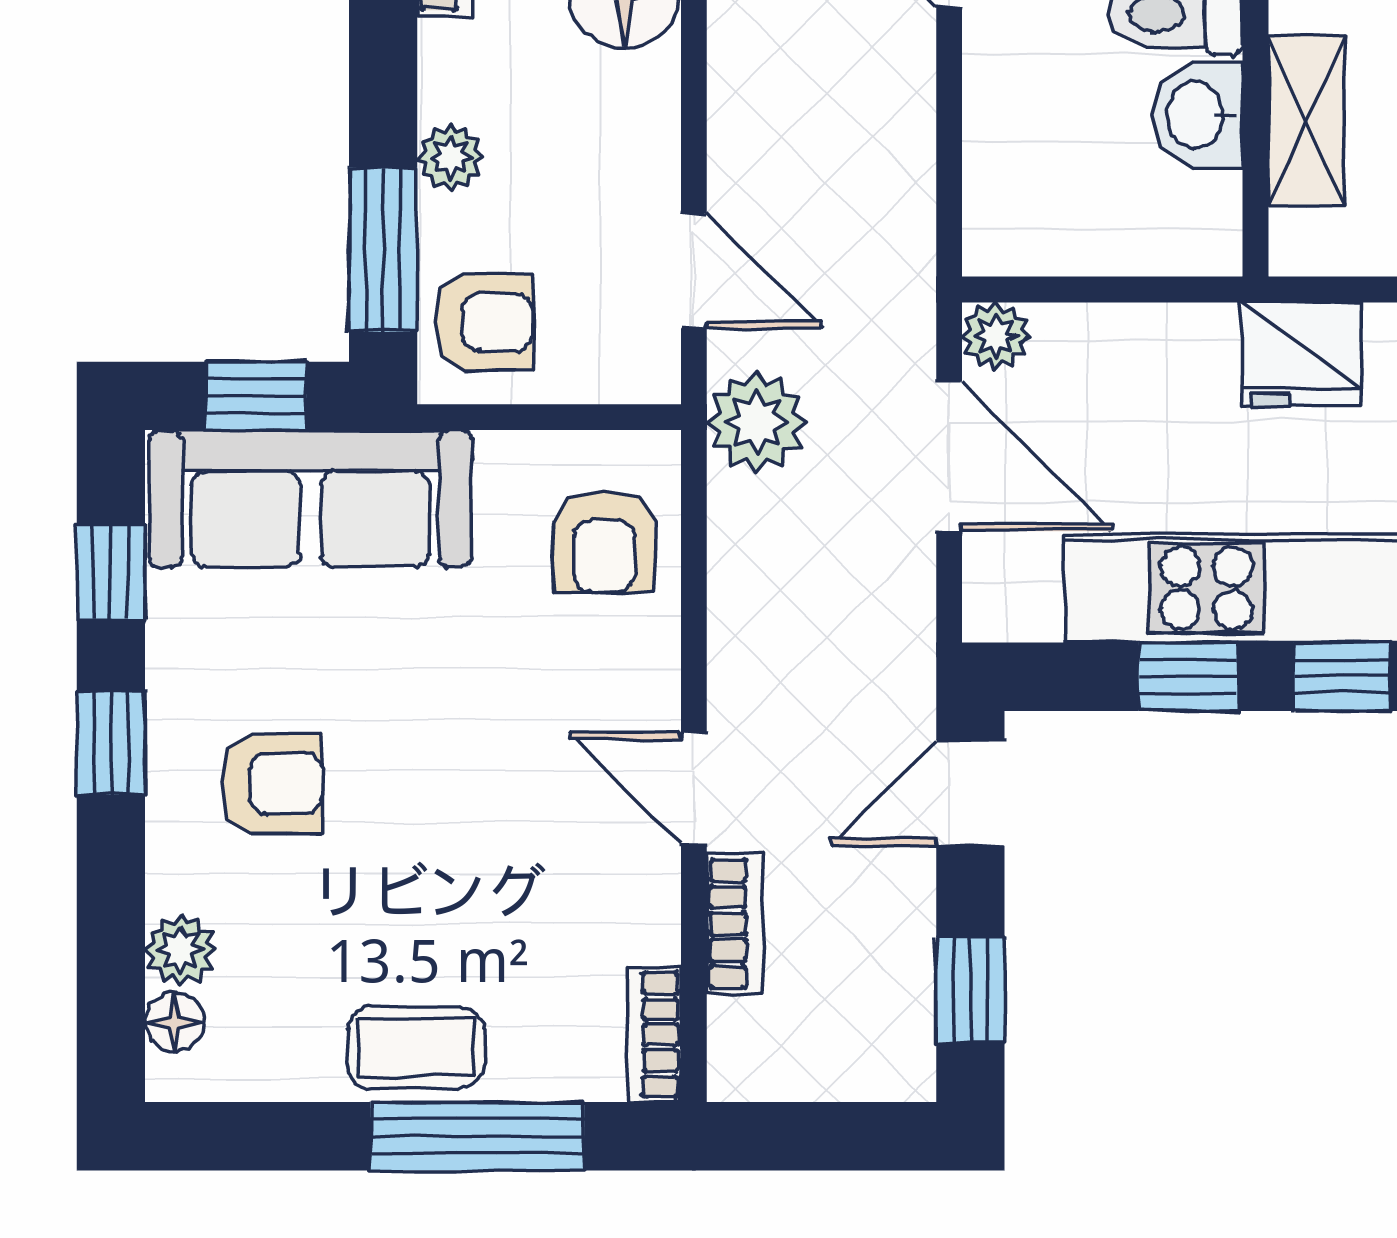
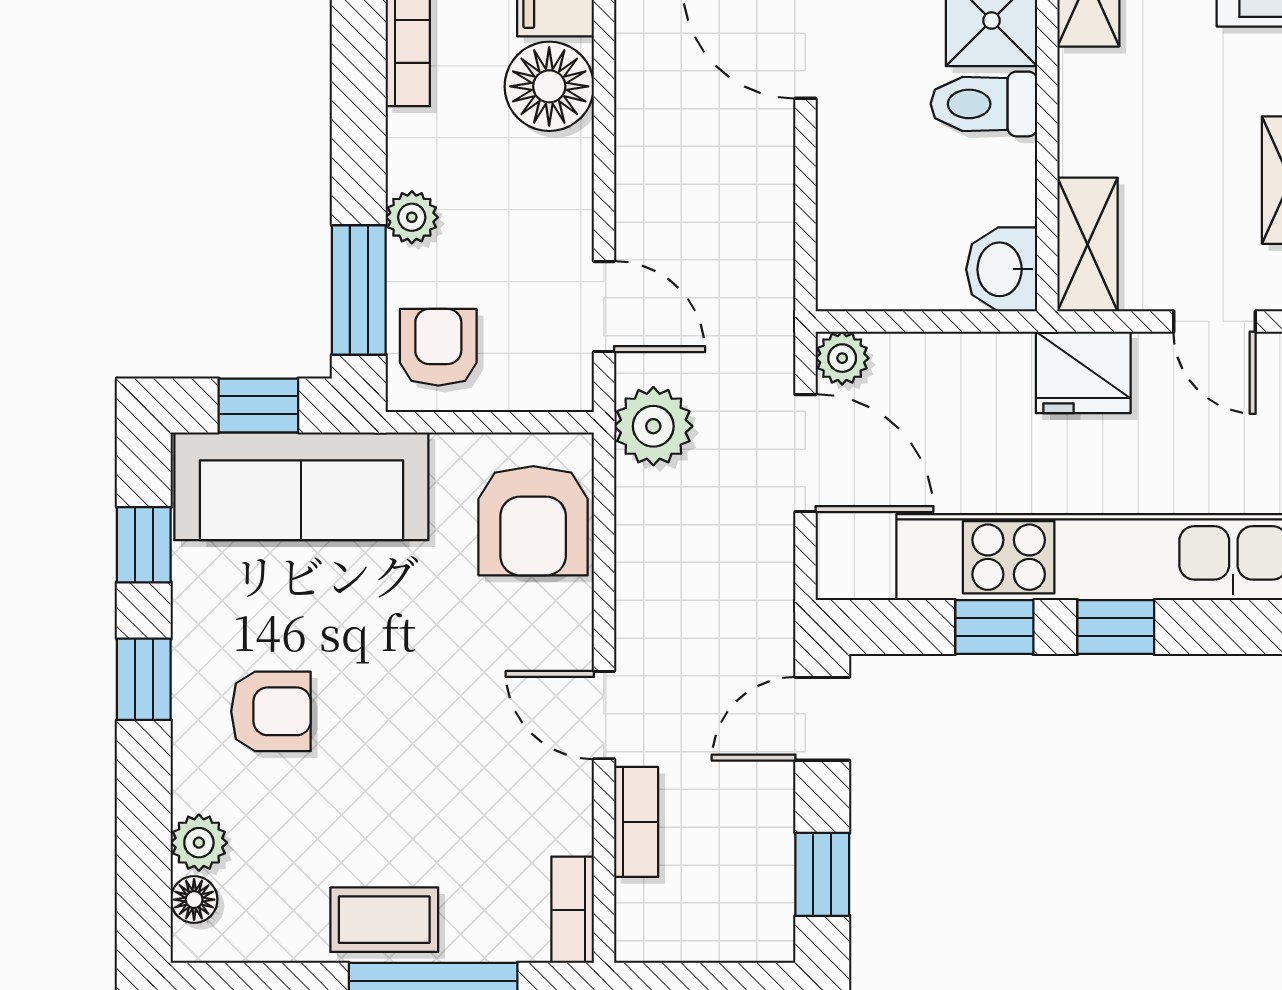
washbasin: (1198, 115) -> (1002, 269), moved
shelving: (1306, 121) -> (1087, 244), moved
armchair: (484, 322) -> (438, 347), turned -90
armchair: (604, 542) -> (533, 521), width x1.38, depth x1.38

